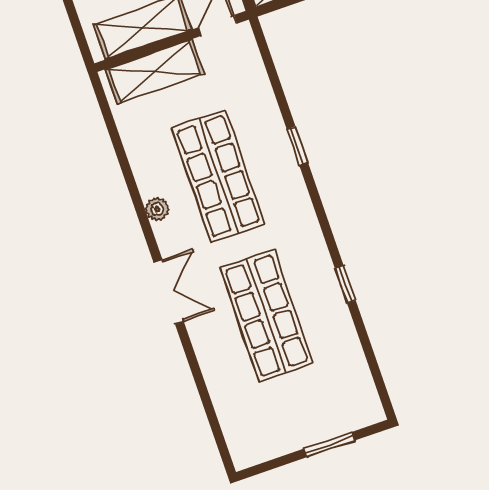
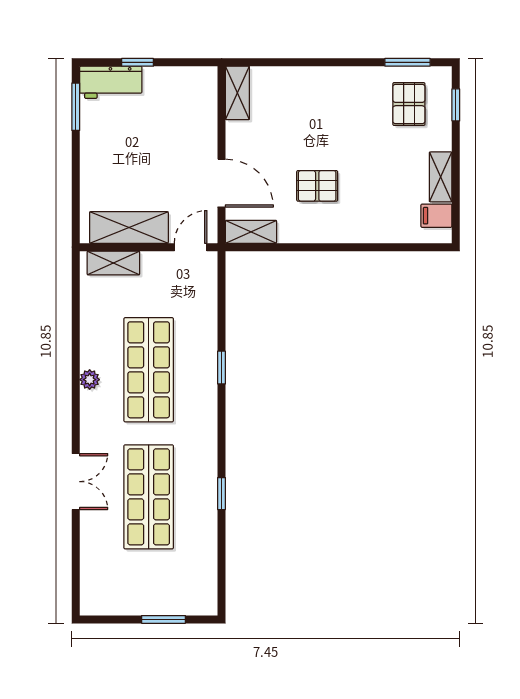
shelving: (155, 71) -> (113, 263), width x0.67, depth x0.75
double door: (169, 292) -> (76, 482), moved

